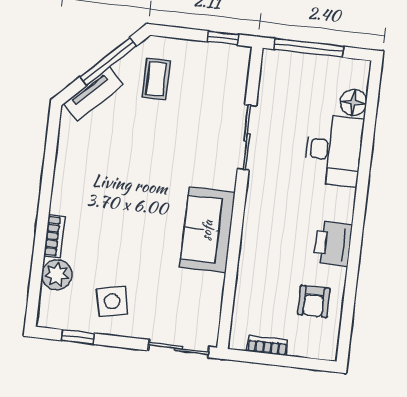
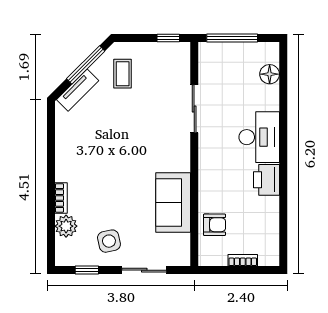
desk: (334, 150) -> (259, 137), moved
sofa: (207, 230) -> (173, 202), moved
armchair: (314, 301) -> (215, 225), moved, turned -90
bookcase: (267, 346) -> (243, 260), moved
sliding door: (179, 349) -> (144, 270), moved

